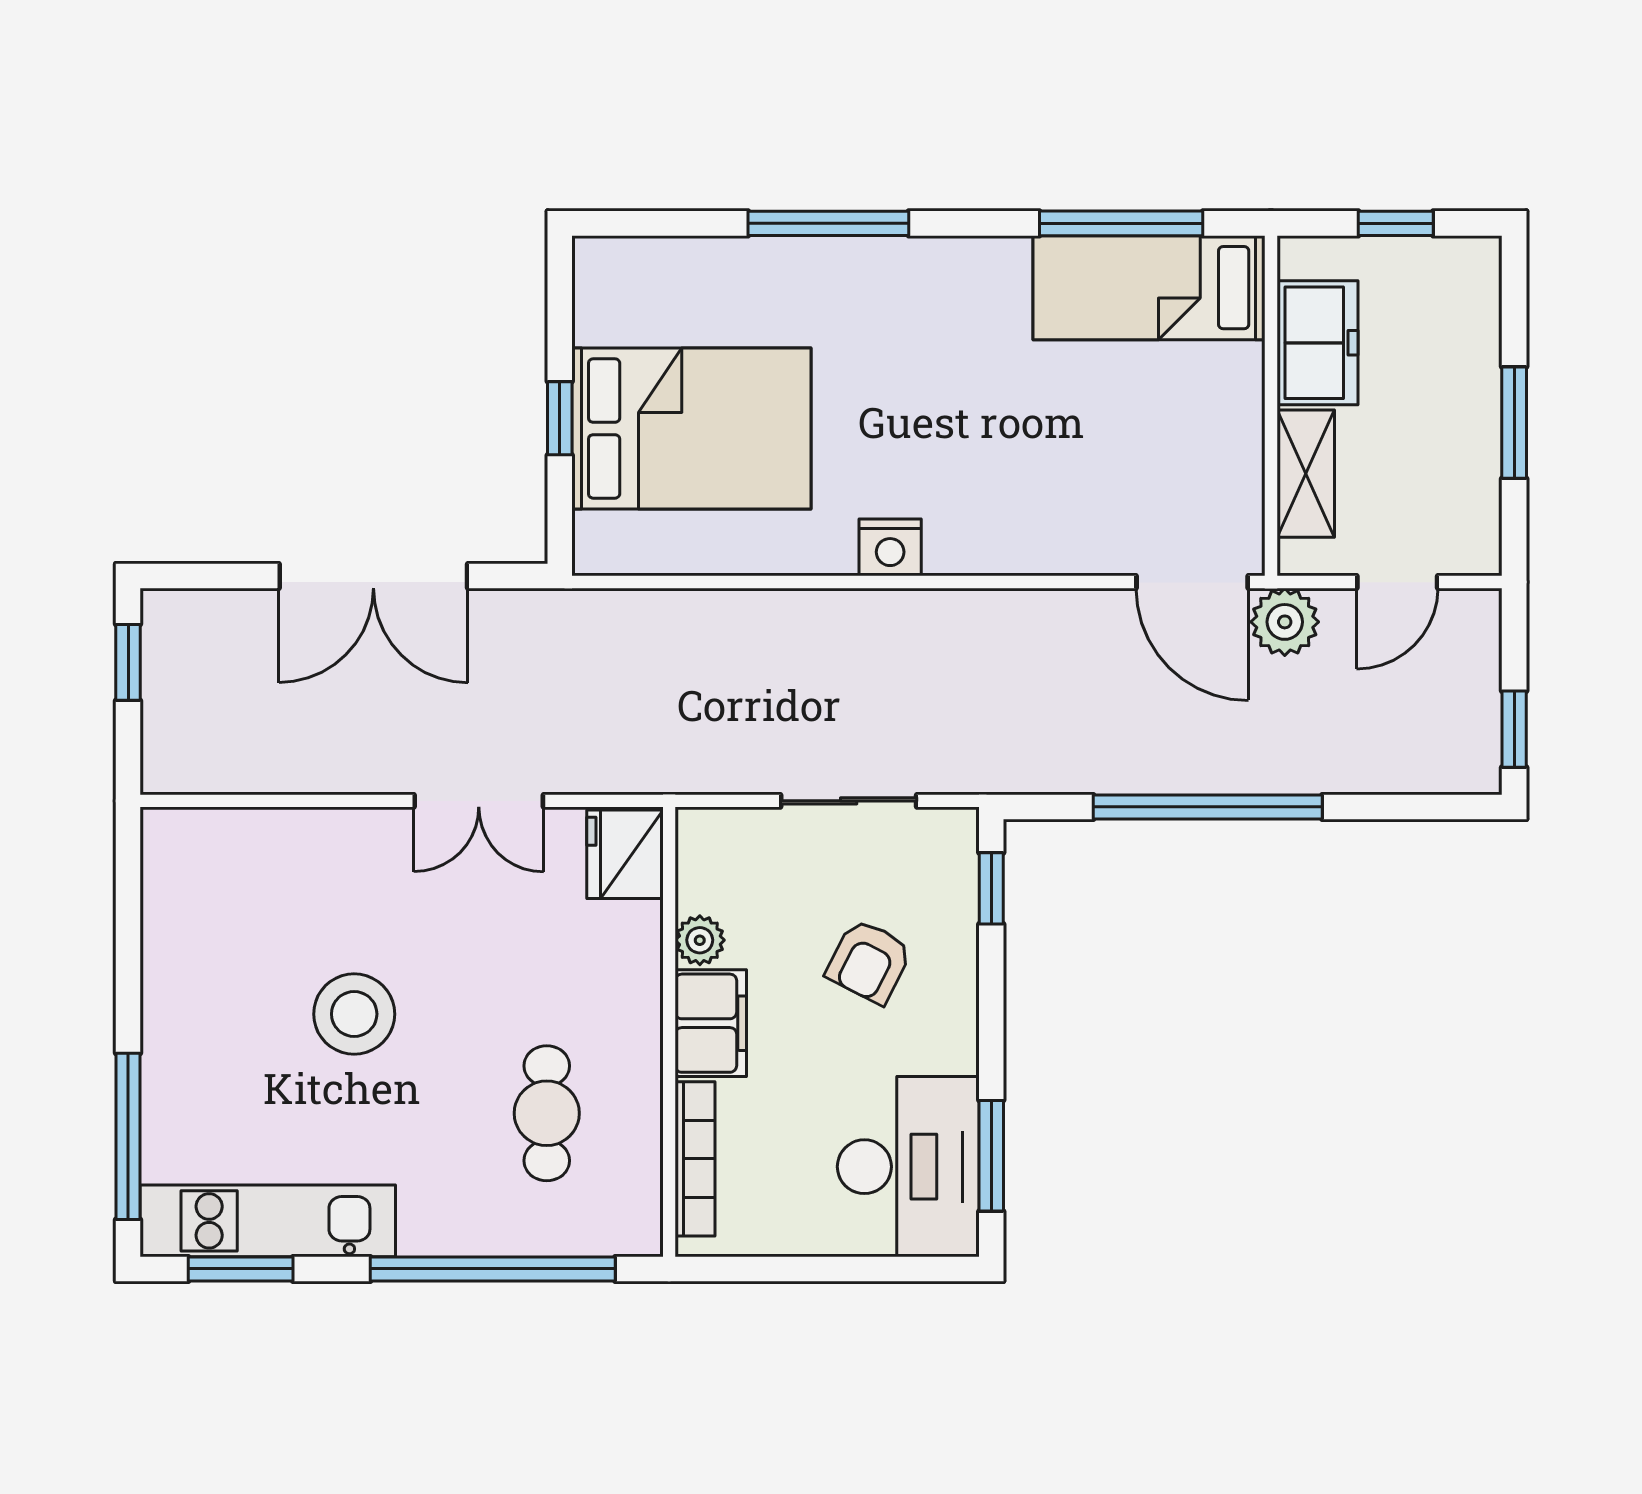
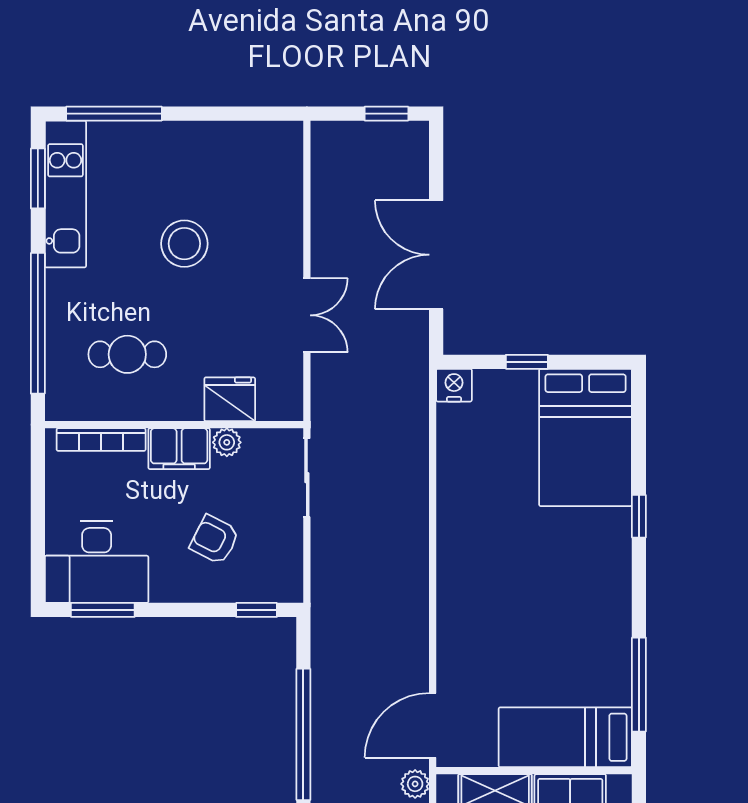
window: (828, 223) -> (639, 516), width x0.46
bed: (1149, 288) -> (565, 737), moved, turned -90
bed: (691, 428) -> (586, 437), moved
nightstand: (890, 547) -> (454, 385), moved, turned 90
plant: (1285, 622) -> (415, 784), width x0.73, depth x0.73
double door: (479, 801) -> (307, 315), swing flipped
sliding door: (849, 801) -> (307, 478), moved
fridge: (625, 854) -> (230, 399), moved

